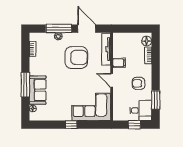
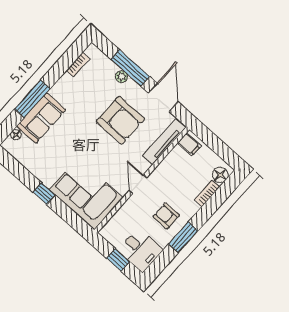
filing cabinet: (119, 63) -> (189, 144), moved
window: (156, 100) -> (183, 237), moved

